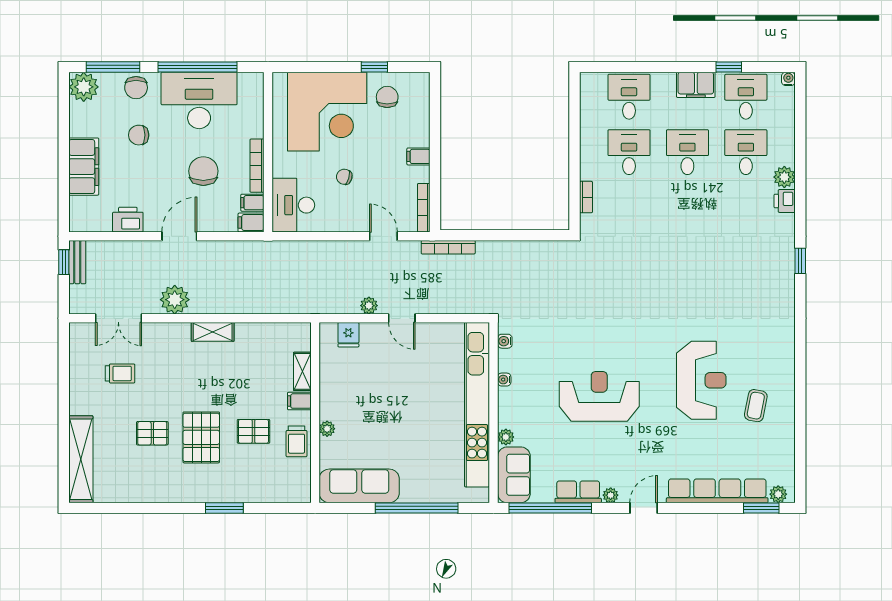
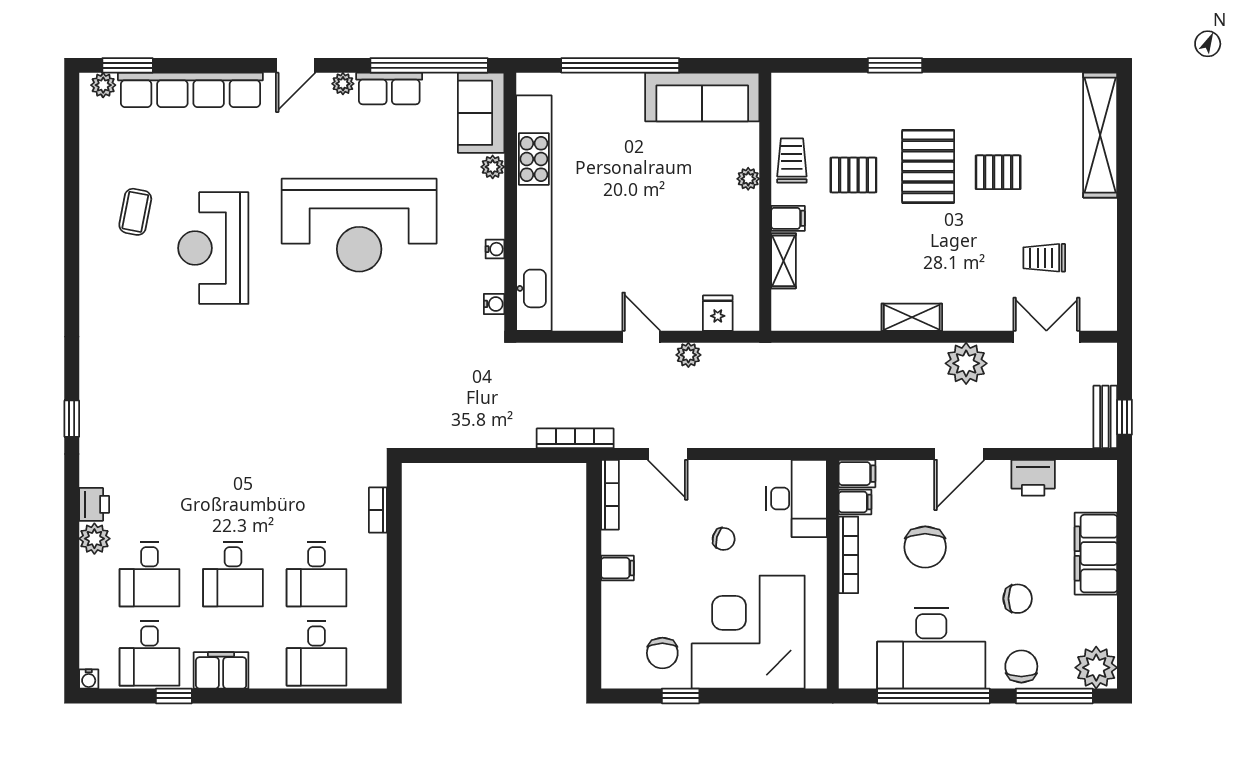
reception desk: (599, 396) -> (359, 225), width x1.36, depth x1.30

